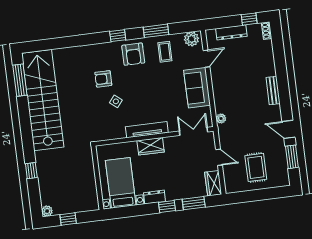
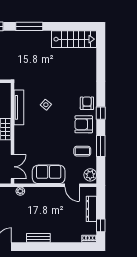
armchair: (103, 79) -> (87, 103), moved
window: (20, 80) -> (29, 26), moved
stairs: (43, 100) -> (74, 39), width x0.54, depth x0.66
tv unit: (147, 130) -> (19, 107), moved

